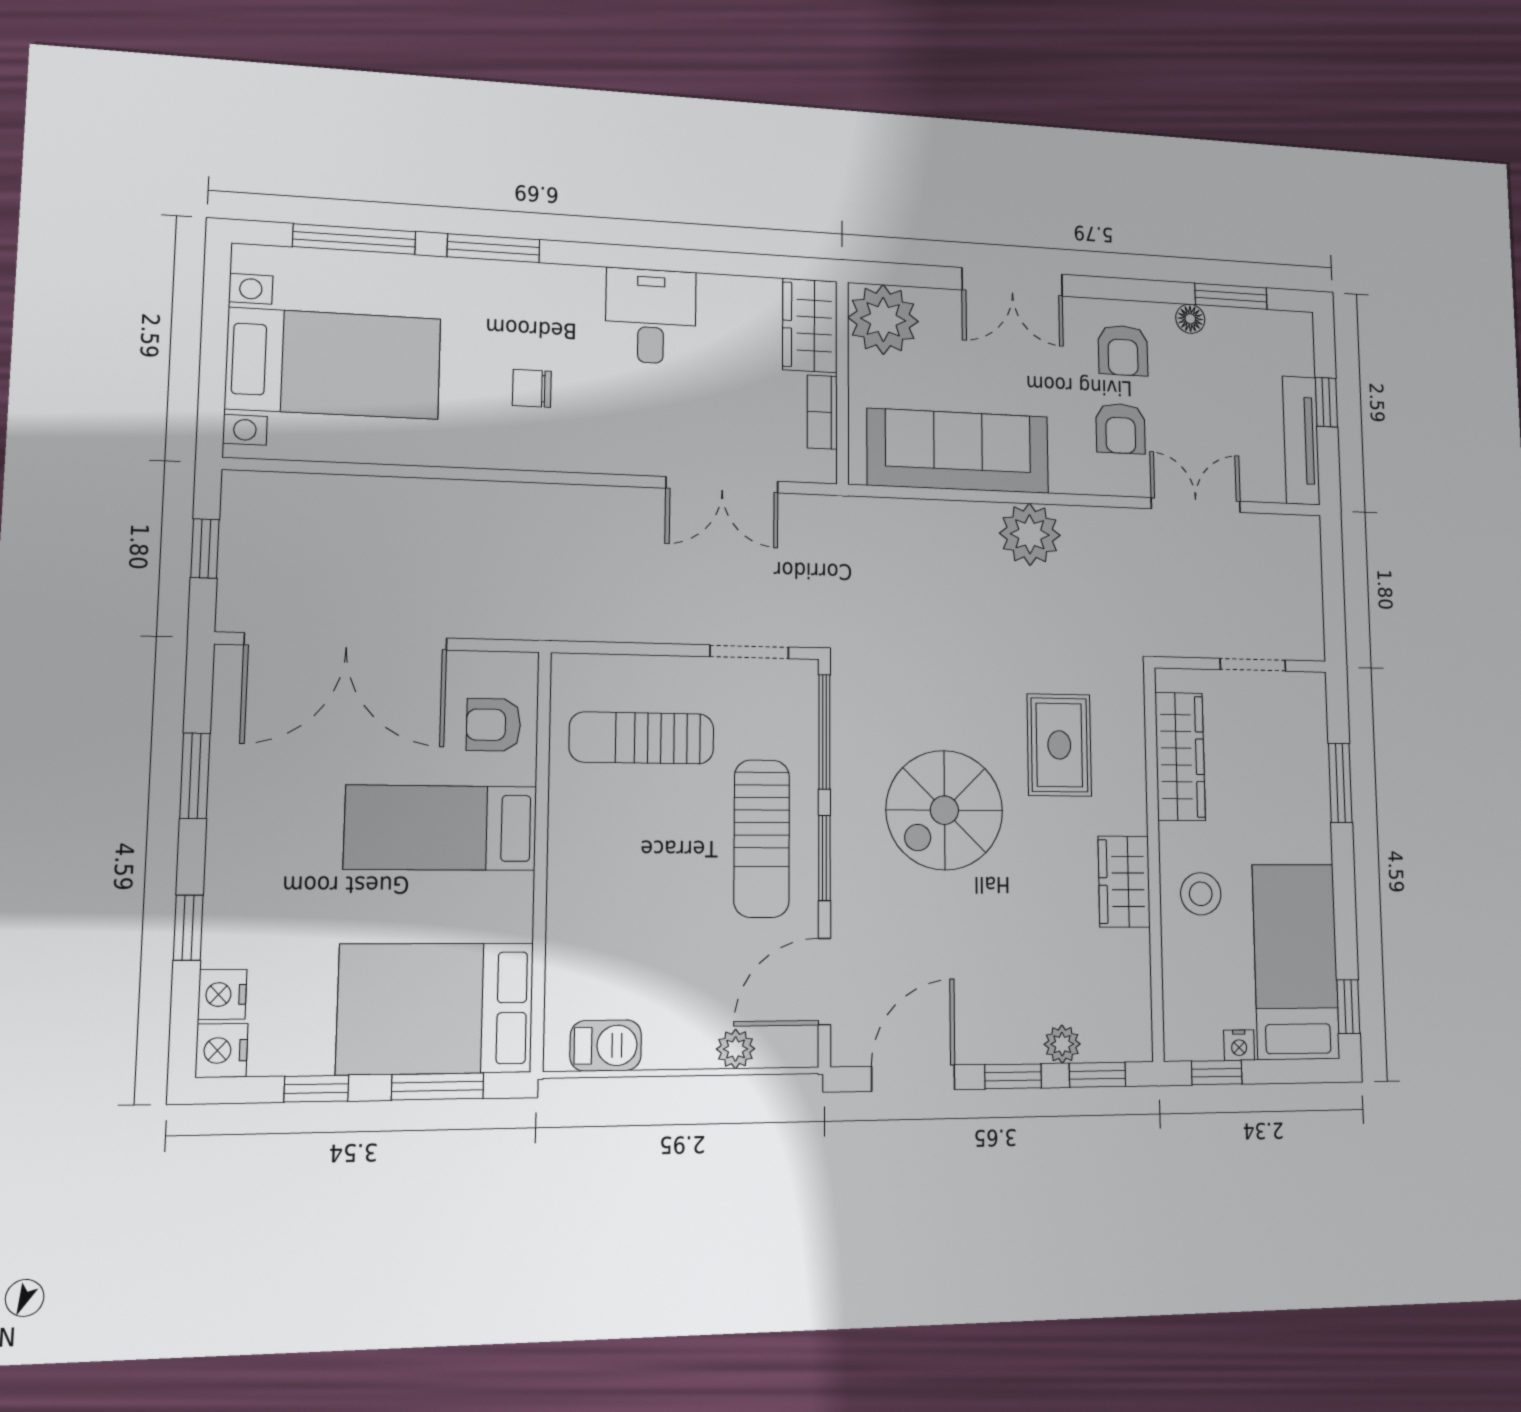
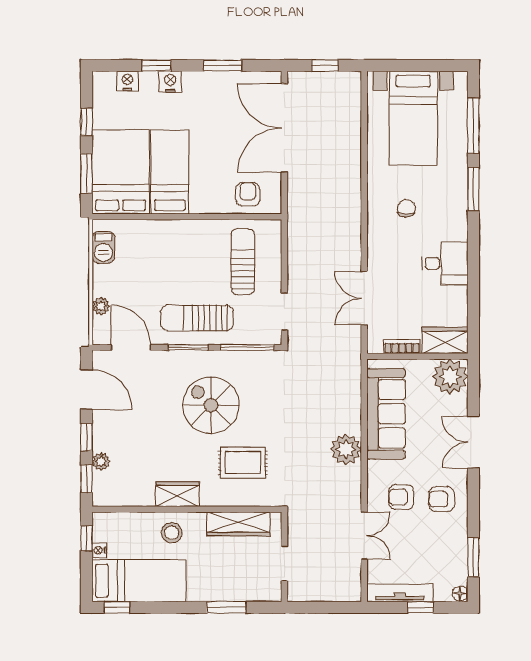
floor lamp: (1190, 319) -> (460, 593), moved
bed: (441, 828) -> (170, 172), moved
nightstand: (222, 1050) -> (170, 82), moved

